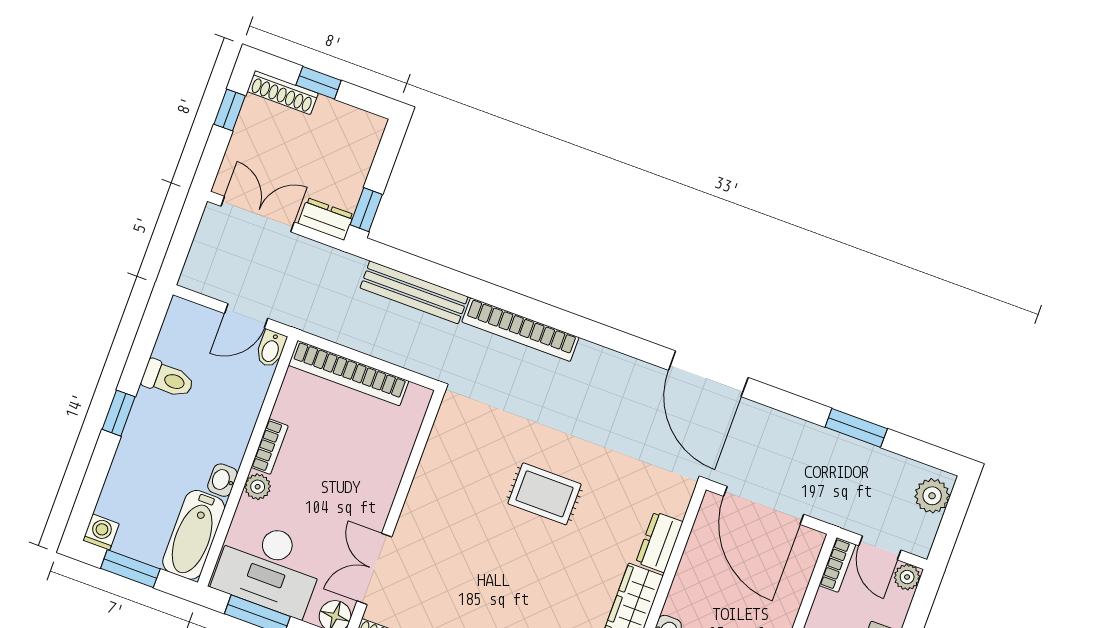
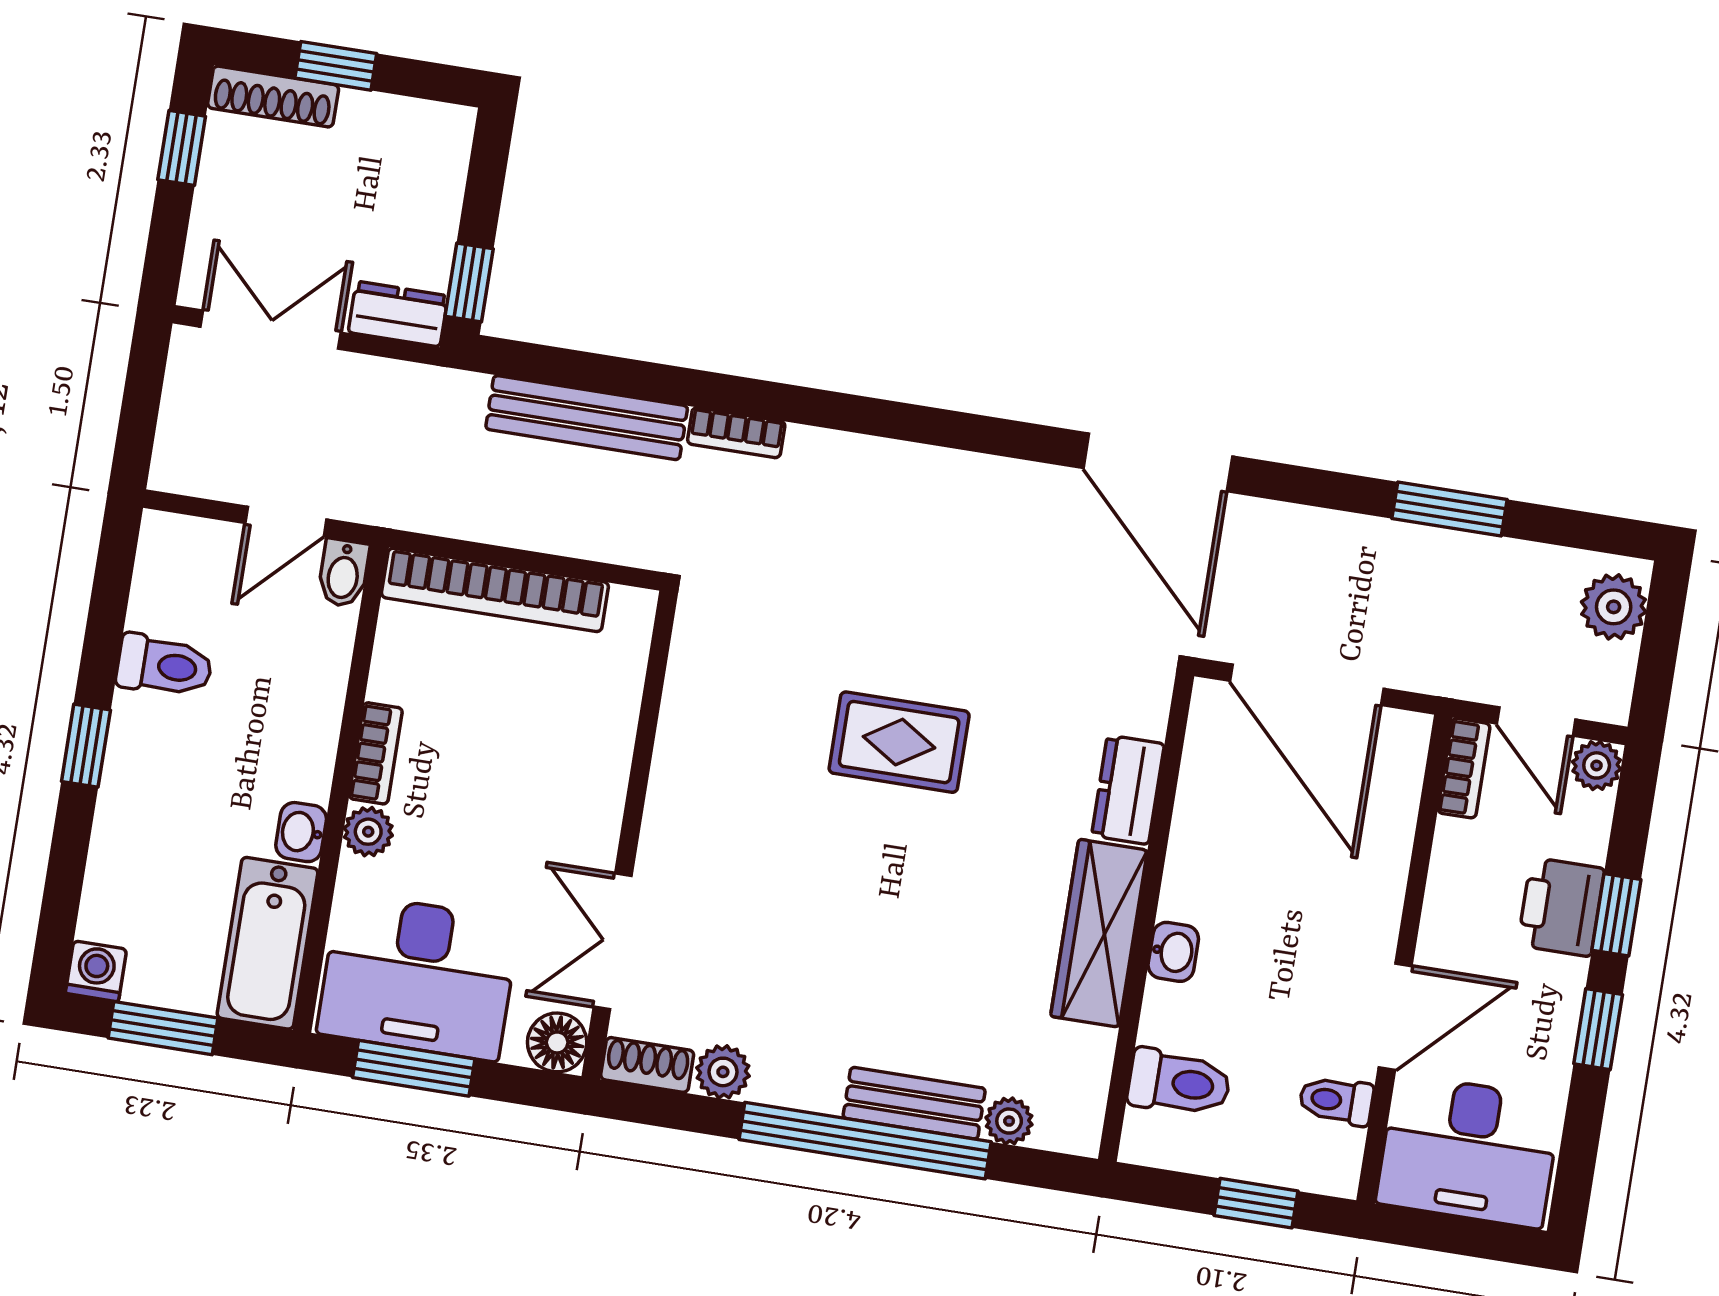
bookcase: (520, 330) -> (736, 433), width x0.43, depth x0.76

